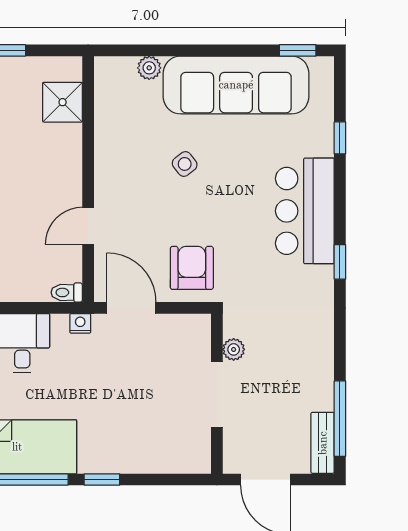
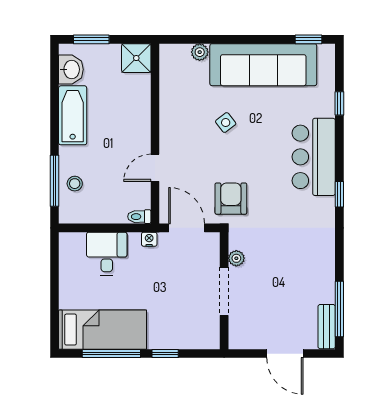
shower: (63, 102) -> (136, 58), moved
plant: (234, 349) -> (236, 258), moved
wall: (217, 394) -> (224, 291), moved
doorway: (217, 395) -> (224, 291), moved

